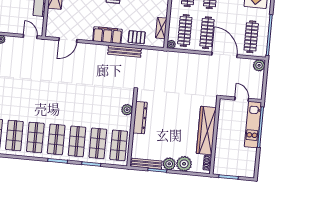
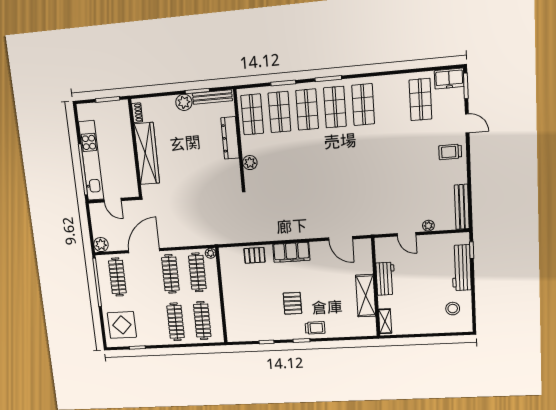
shelving: (161, 28) -> (226, 271), removed
door: (30, 36) -> (407, 234), moved
door: (68, 40) -> (341, 238), swing flipped
bench: (125, 51) -> (266, 236), removed
door: (225, 55) -> (144, 251), swing flipped
dresser: (140, 118) -> (230, 138), moved
kitchen unit: (253, 125) -> (91, 161), width x1.36
shop shelf: (14, 135) -> (392, 102), removed
plant: (184, 164) -> (165, 106), removed

